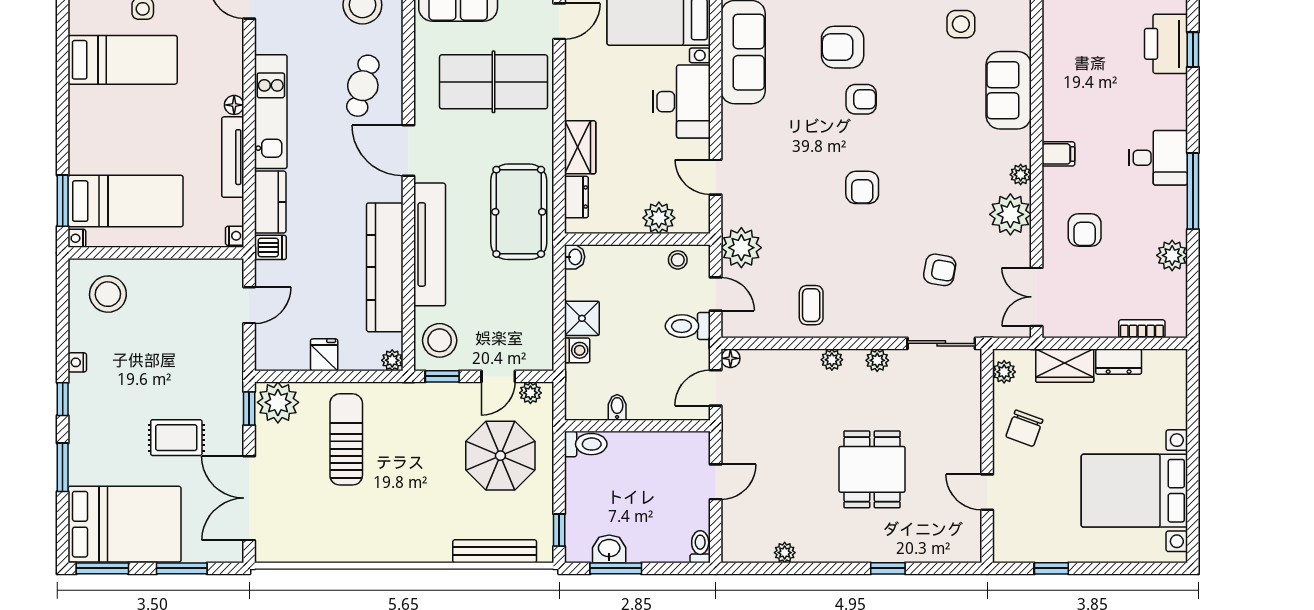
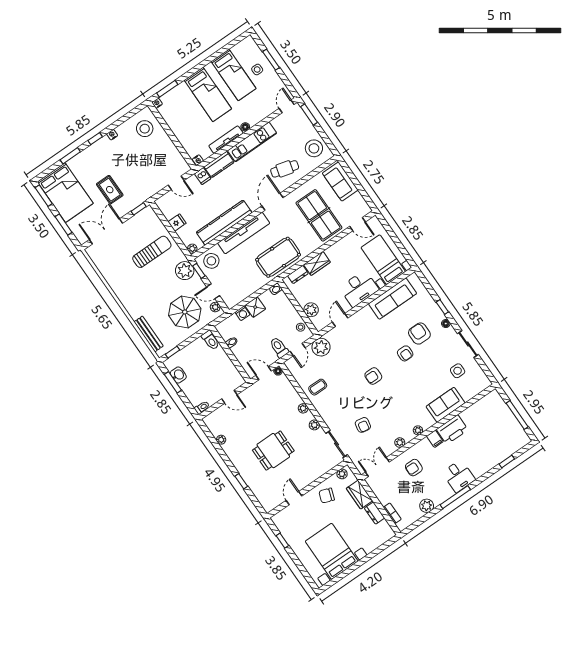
printer: (1166, 44) -> (452, 430), moved, turned 180
bed: (126, 201) -> (208, 94), moved
plant: (1010, 214) -> (400, 443), width x0.53, depth x0.53
plant: (278, 402) -> (185, 271), moved

